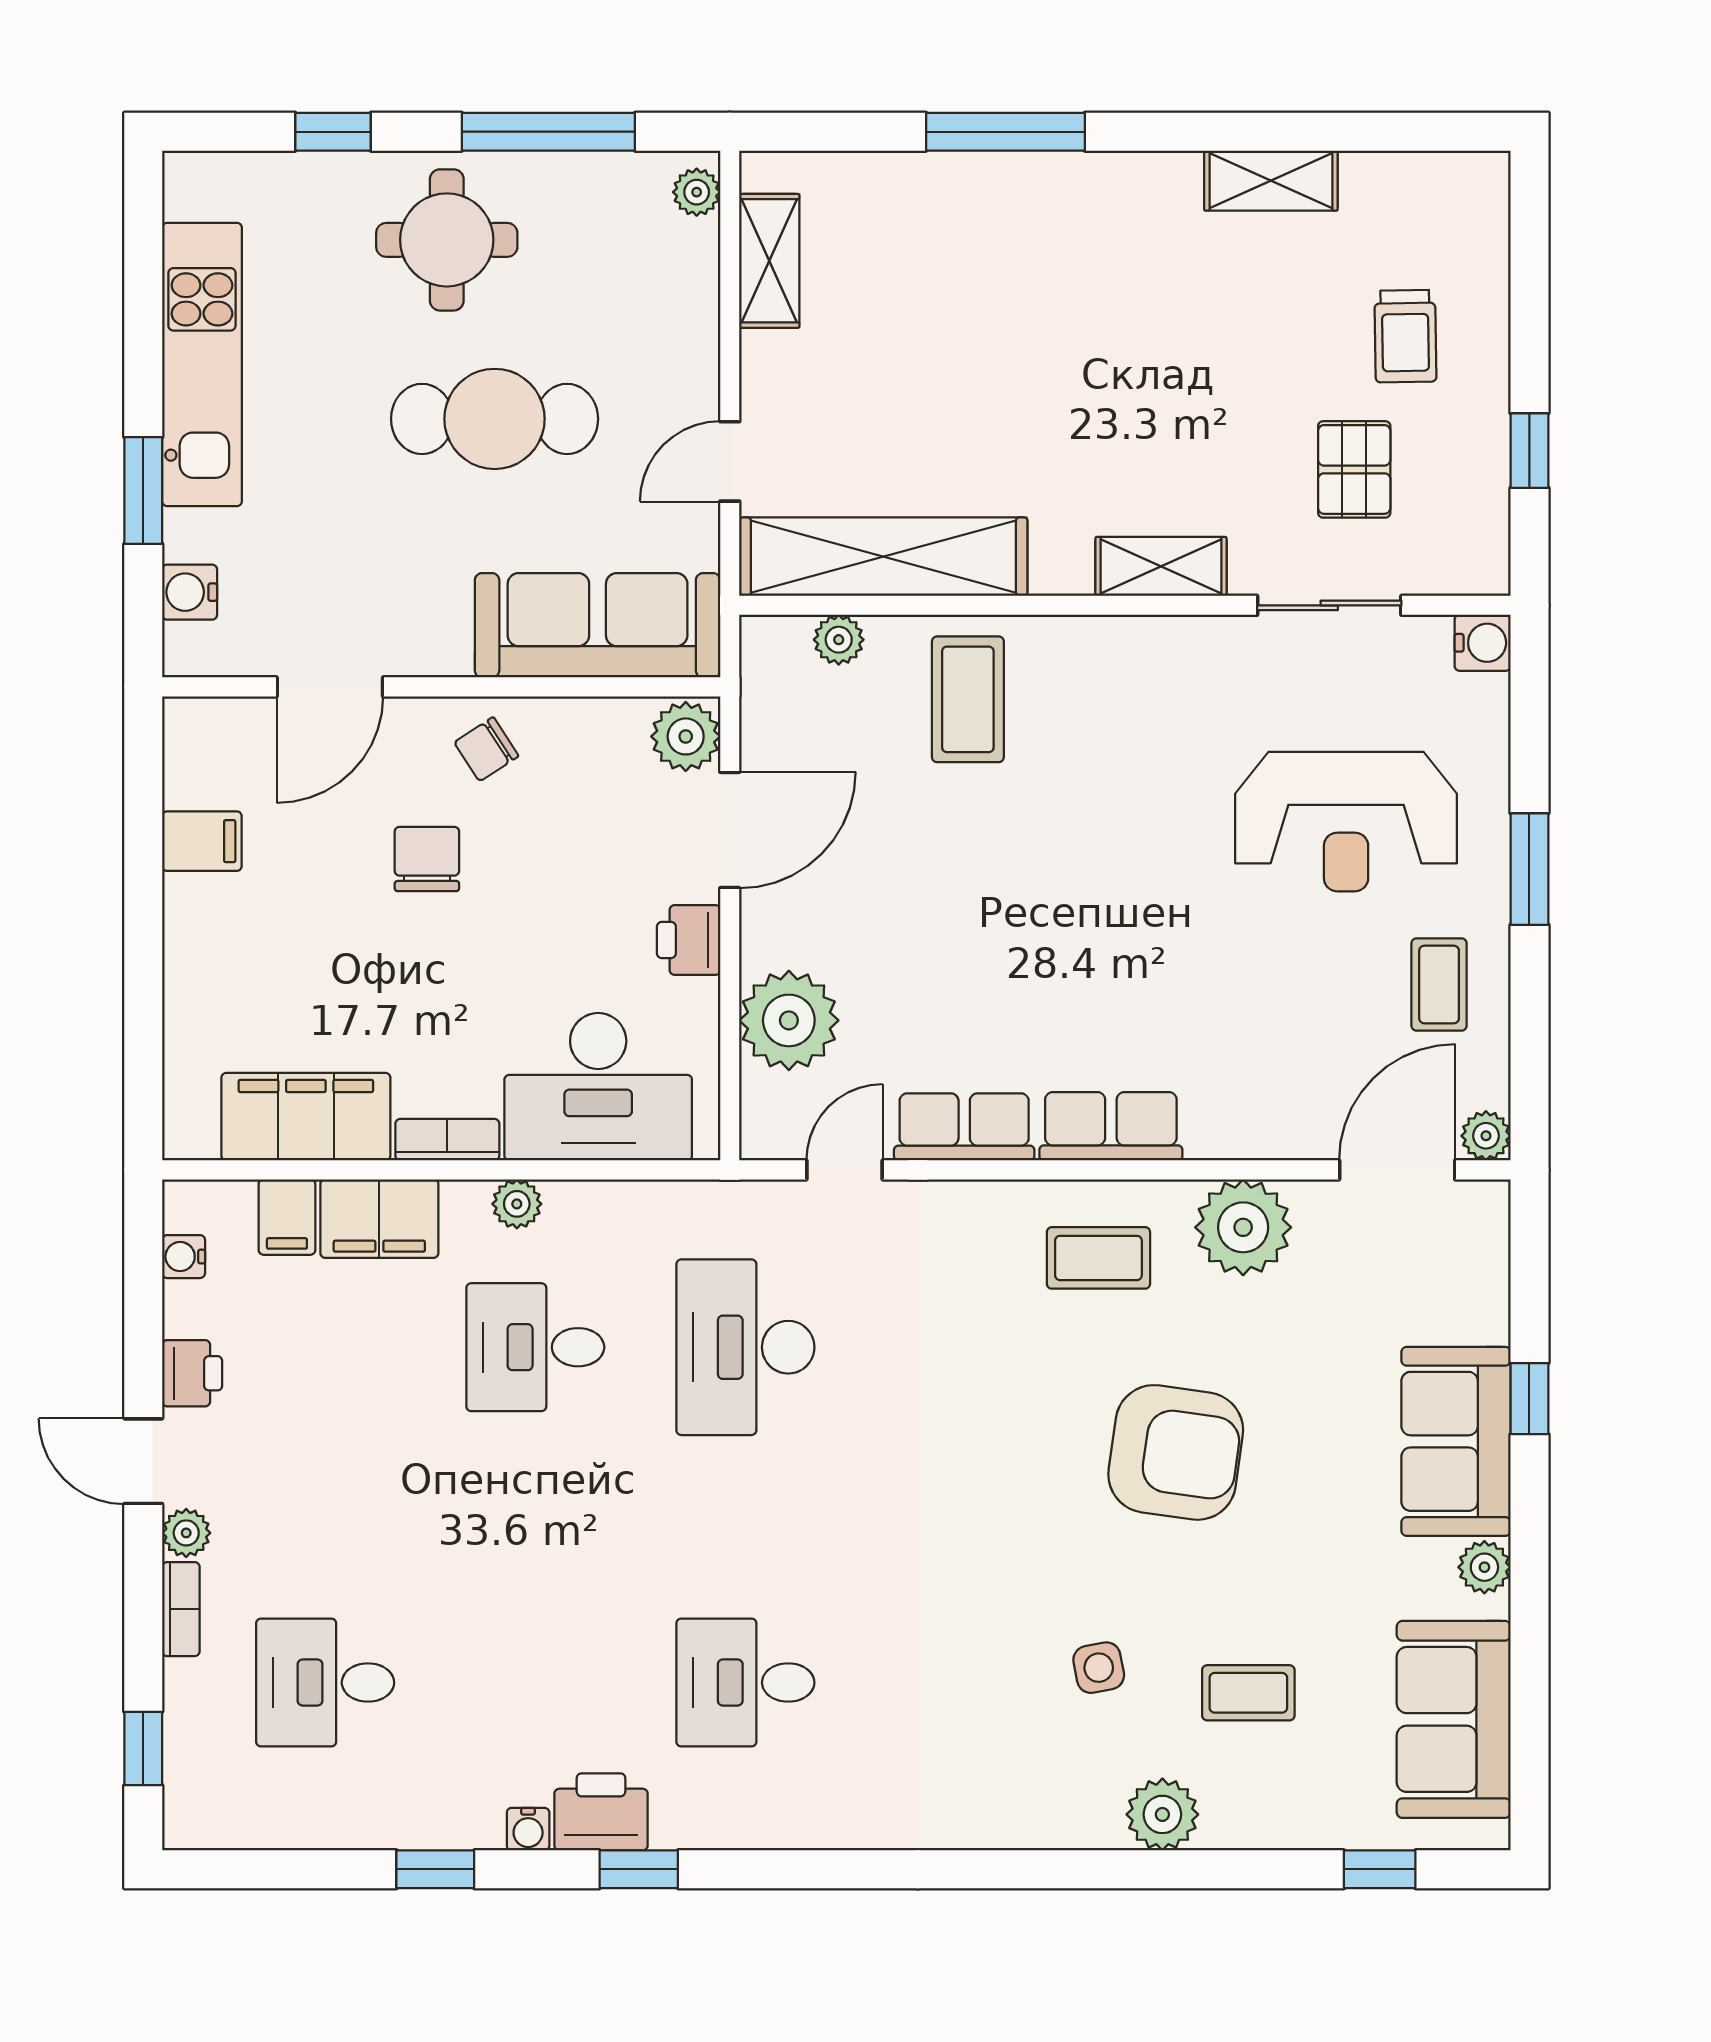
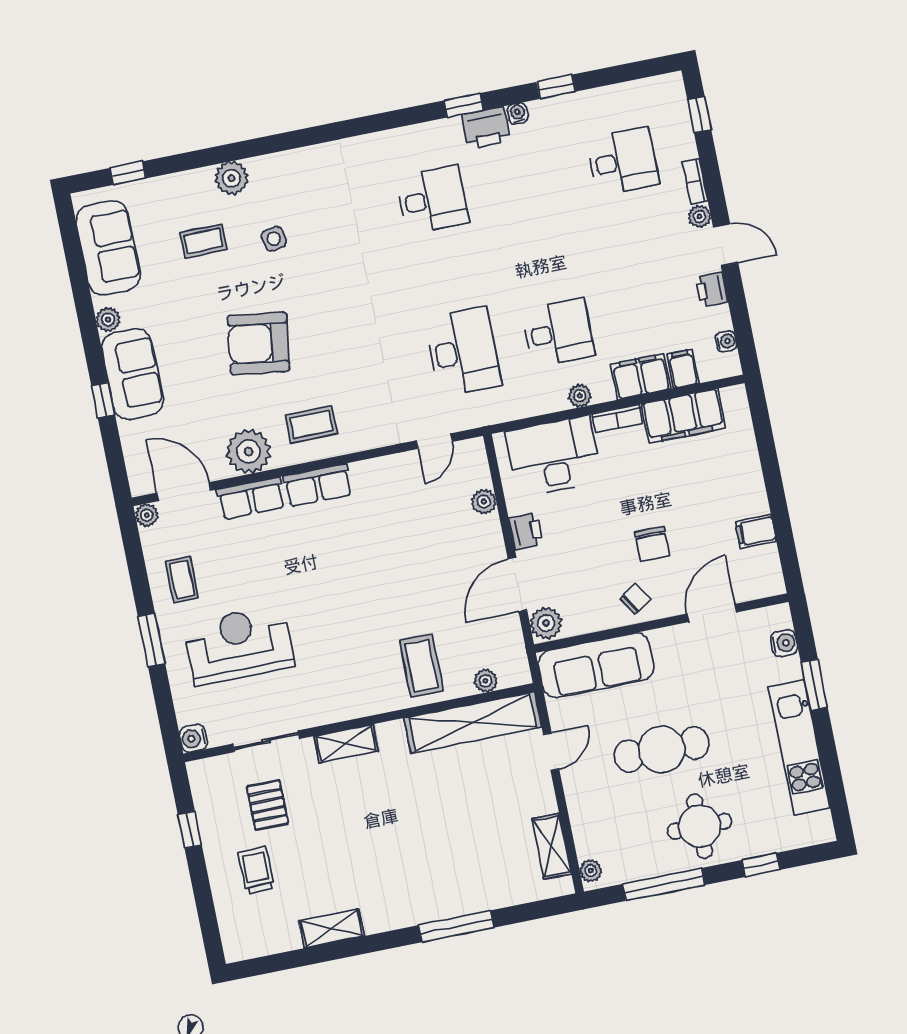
plant: (789, 1020) -> (484, 502), width x0.53, depth x0.53
row of seats: (964, 1127) -> (251, 498), moved
door: (1397, 1170) -> (184, 492), swing flipped

